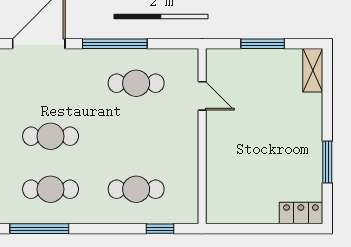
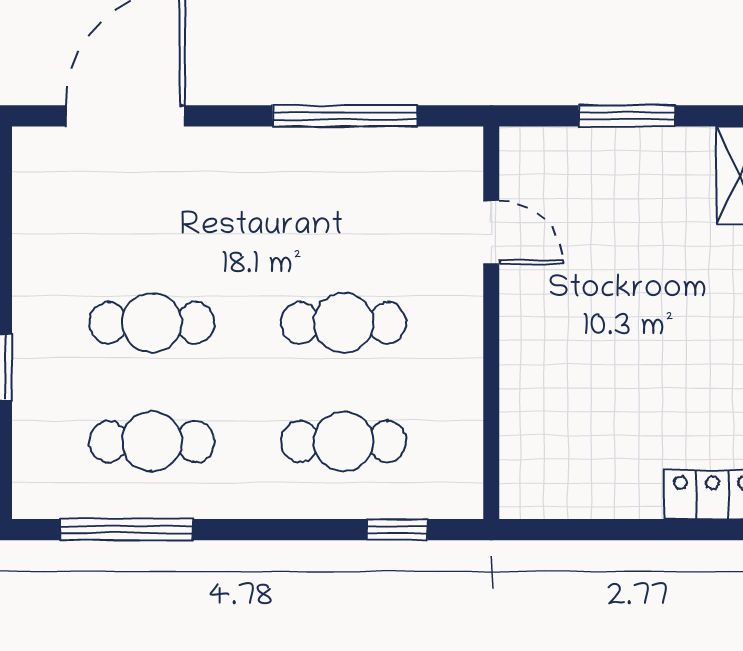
window: (115, 44) -> (345, 116), moved
cafe table: (136, 83) -> (343, 323), moved

